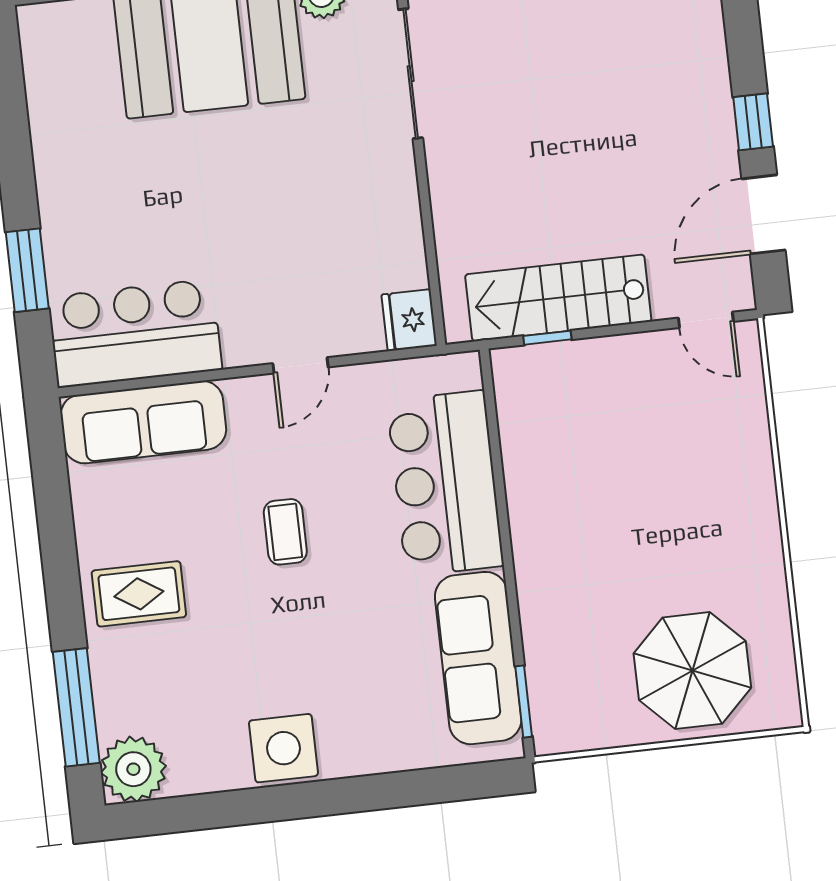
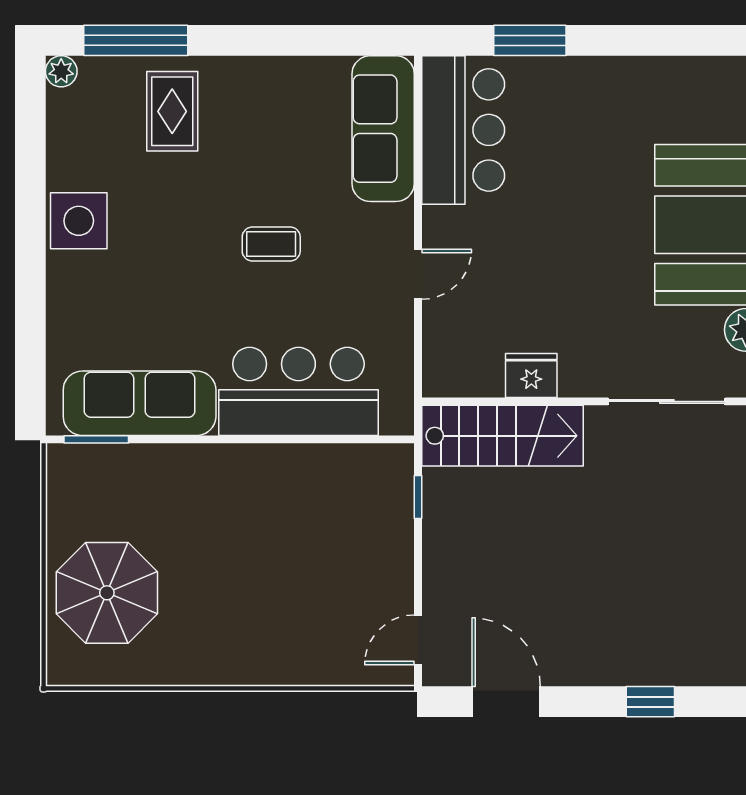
window: (753, 122) -> (650, 702), moved
stairs: (558, 298) -> (503, 436), moved, turned 90
fridge: (409, 320) -> (531, 376), moved
door: (300, 365) -> (418, 274), swing flipped
rug: (139, 594) -> (172, 111), moved
plant: (133, 769) -> (61, 71), width x0.53, depth x0.53

